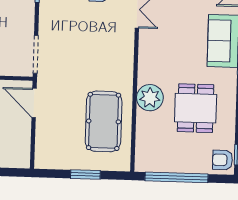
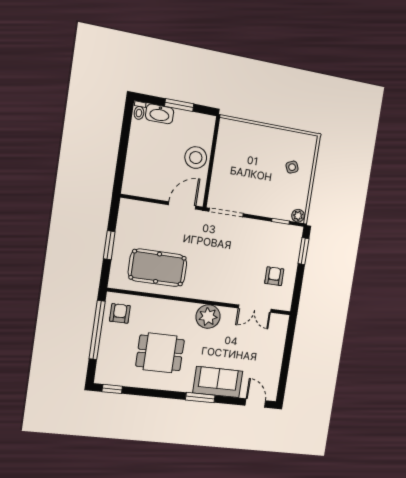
plant: (150, 98) -> (208, 317), moved
armchair: (223, 160) -> (120, 313), moved

